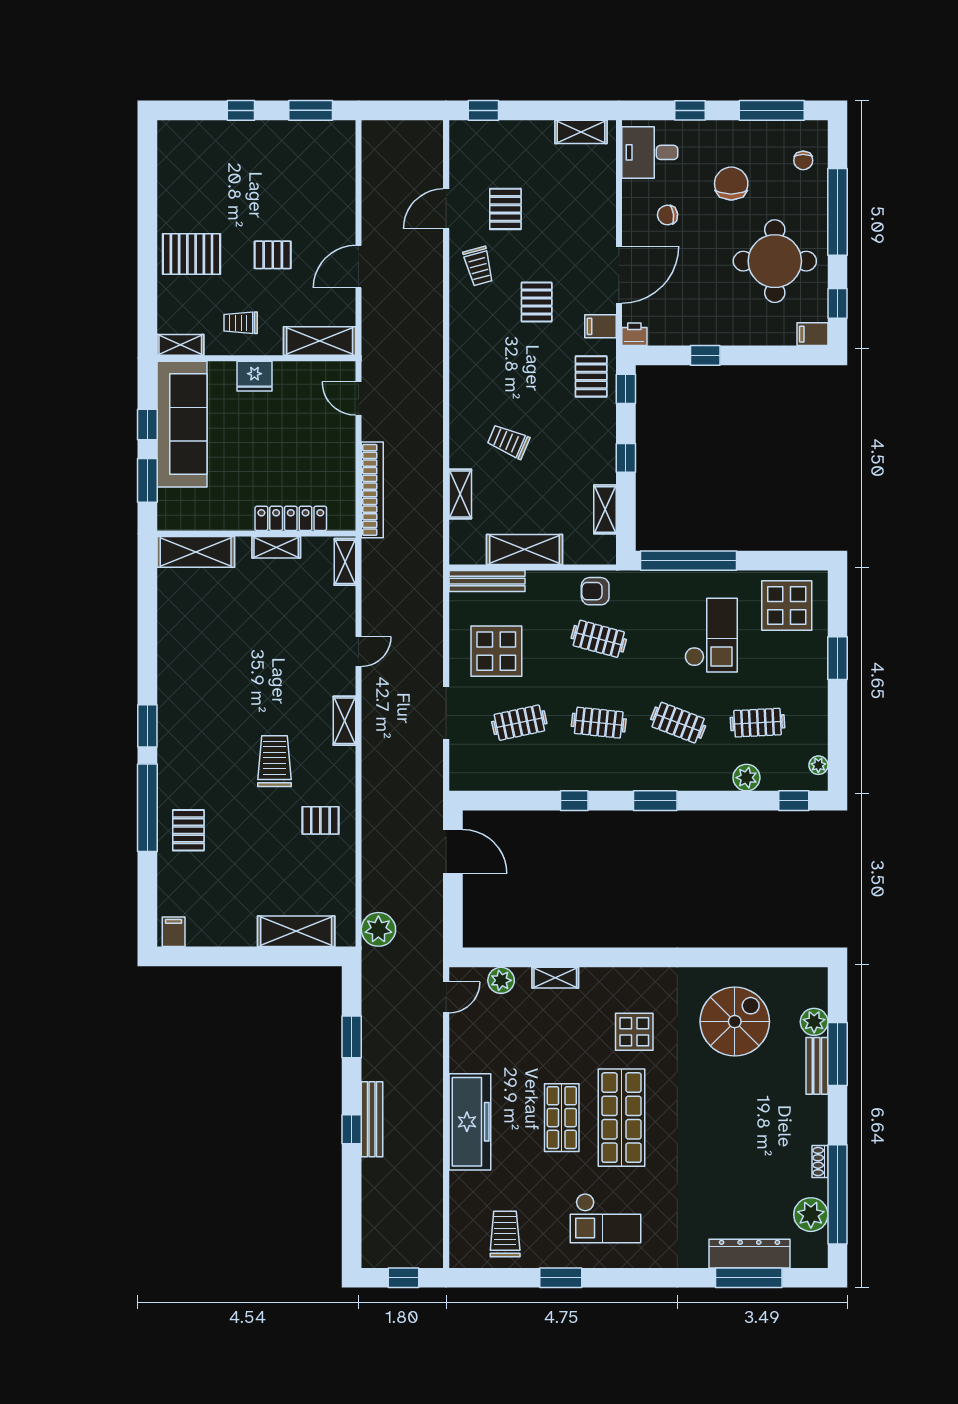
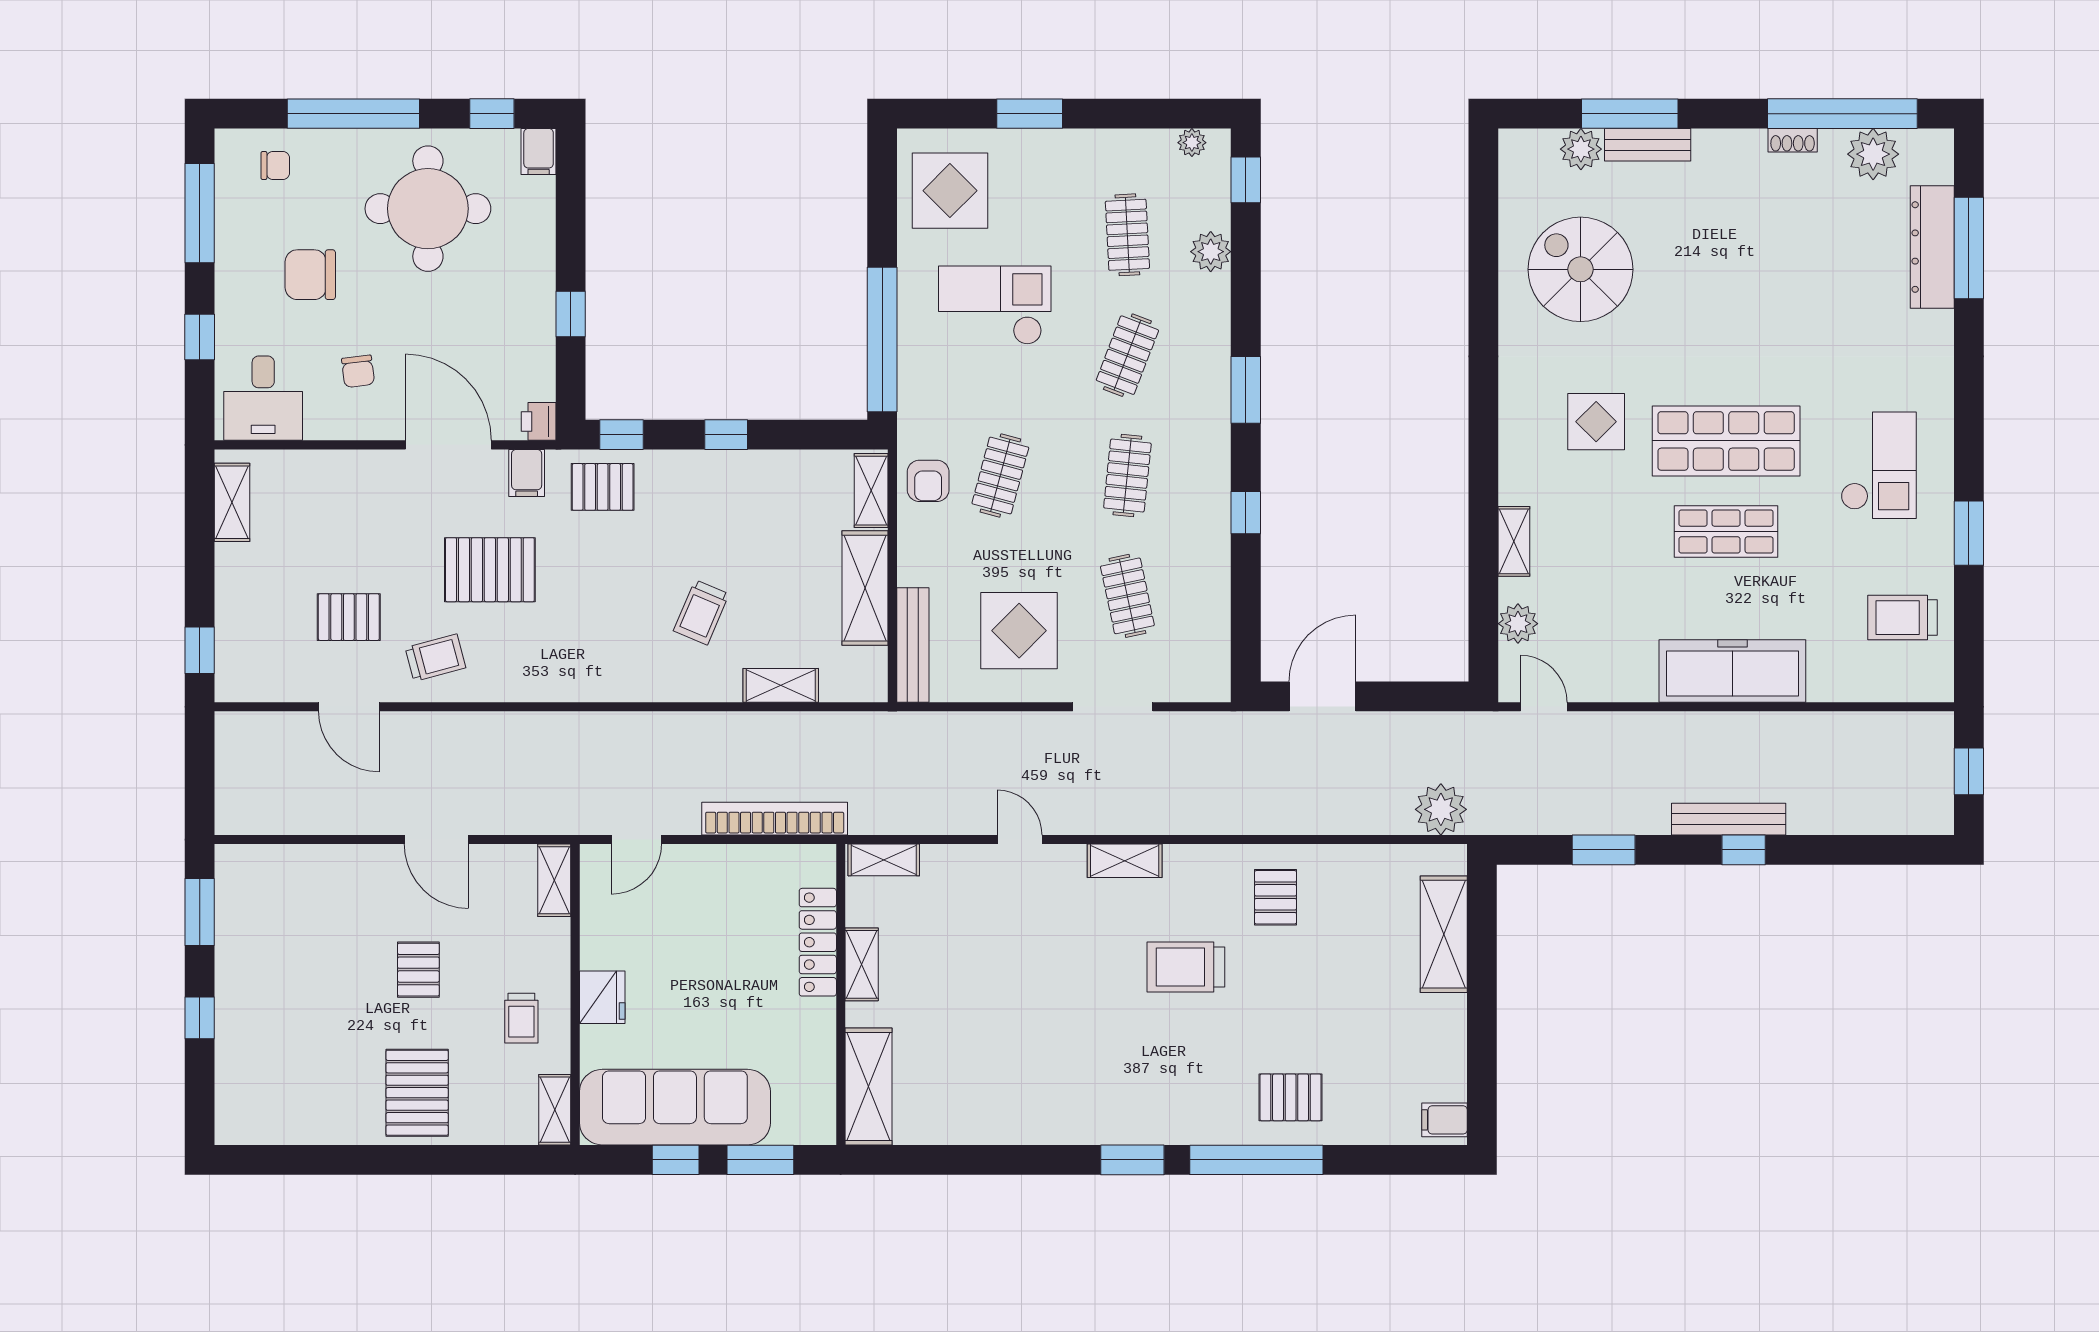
pallet: (537, 302) -> (490, 570), width x1.50, depth x1.42
shelving: (320, 341) -> (554, 880), width x0.67, depth x0.75
shelving: (605, 509) -> (871, 491), moved, turned 90

